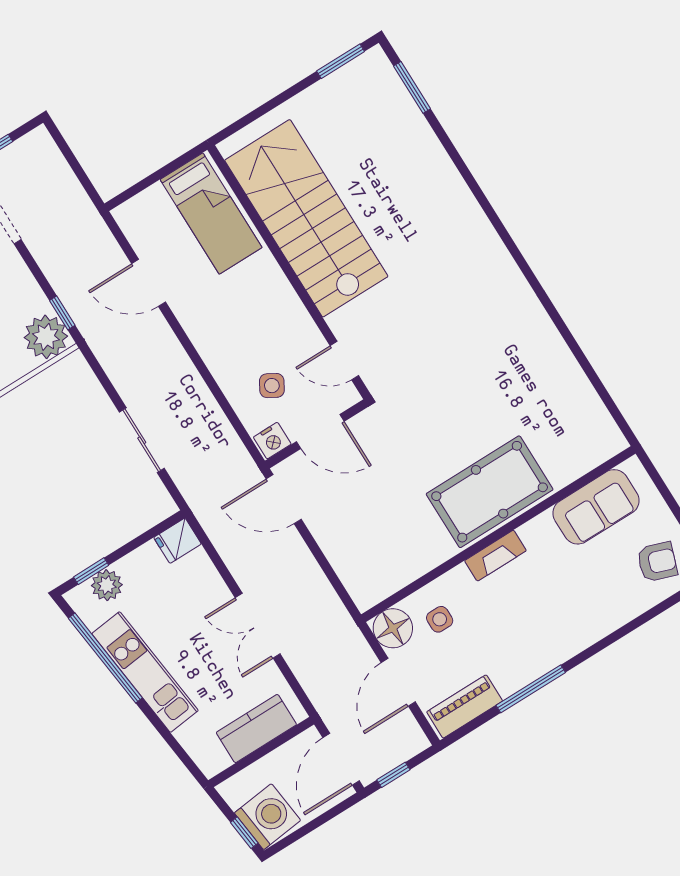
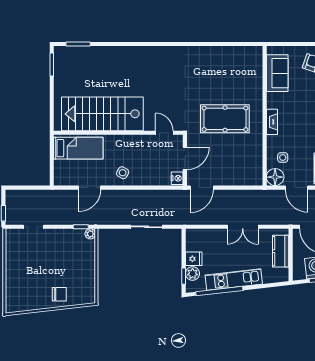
plant: (46, 337) -> (90, 234), width x0.53, depth x0.53
door: (344, 361) -> (164, 133), swing flipped
side table: (272, 386) -> (123, 173), moved
pool table: (490, 492) -> (225, 119), moved, turned 90
fridge: (177, 541) -> (194, 259), moved, turned -90

